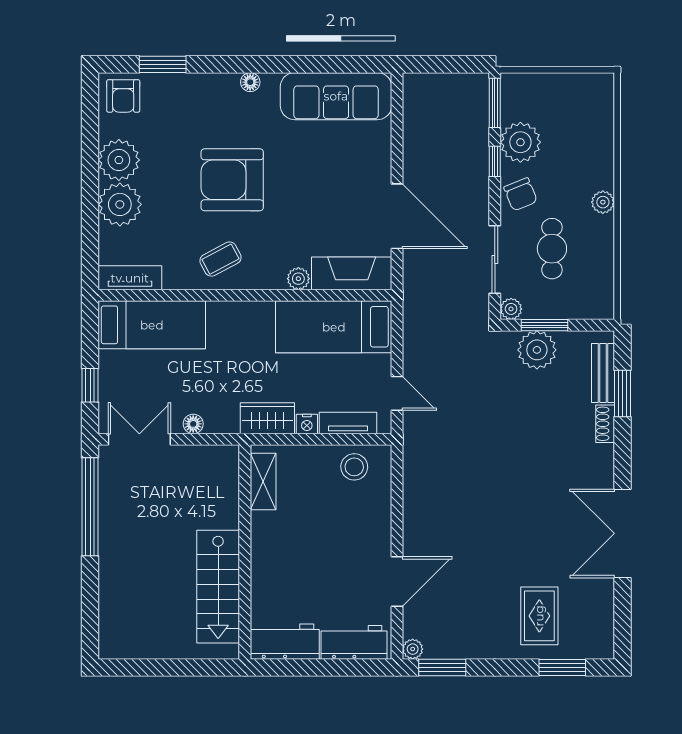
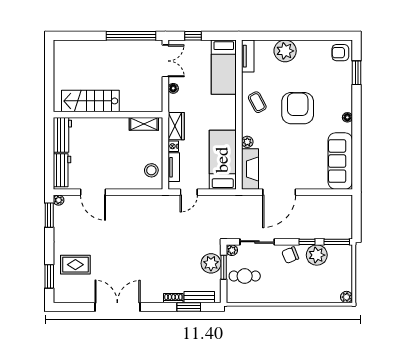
plant: (119, 160) -> (308, 50), removed
plant: (603, 202) -> (346, 297), moved
cafe table: (552, 249) -> (245, 276), moved

